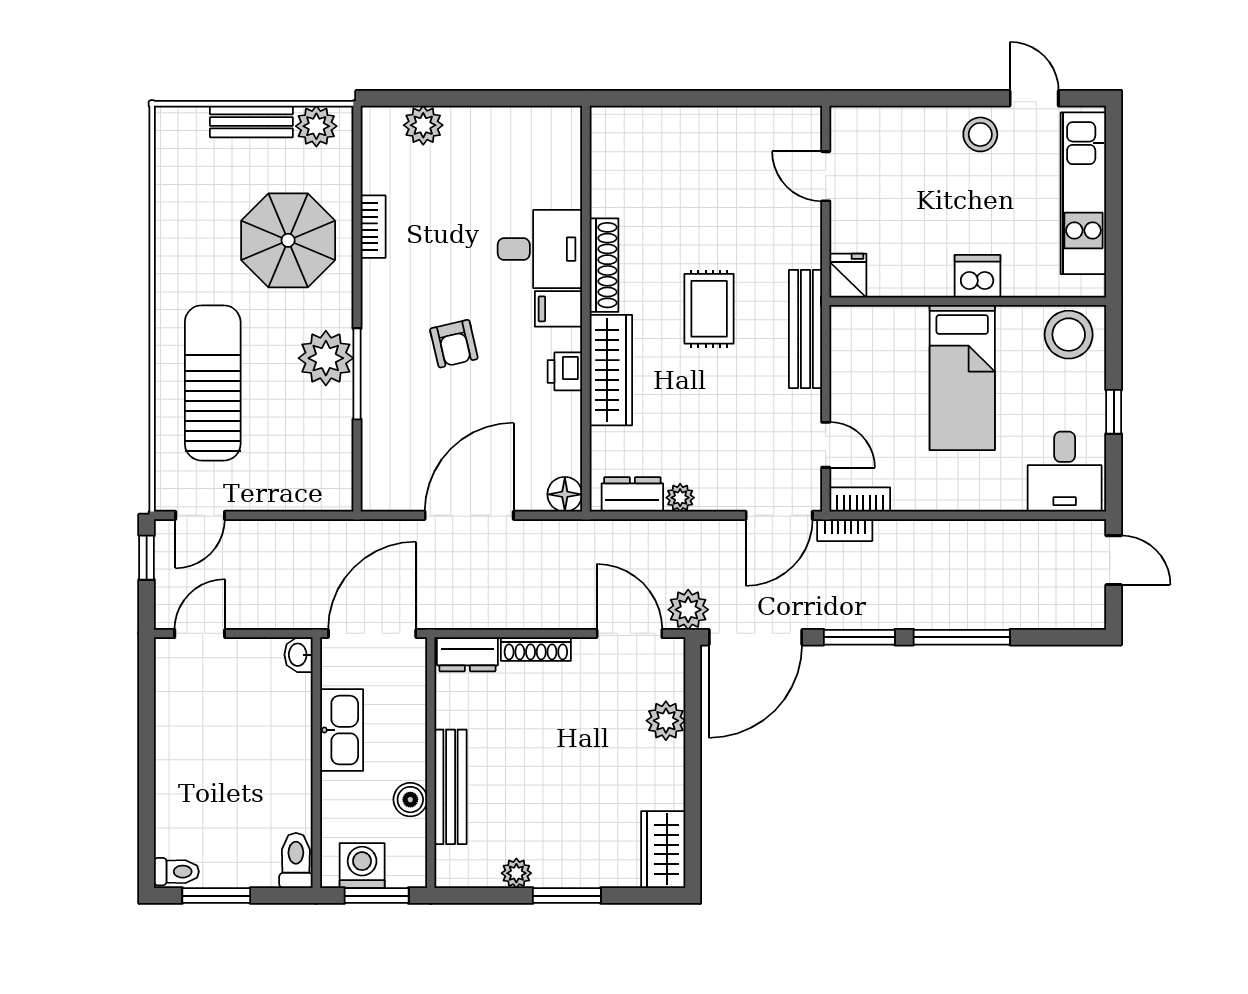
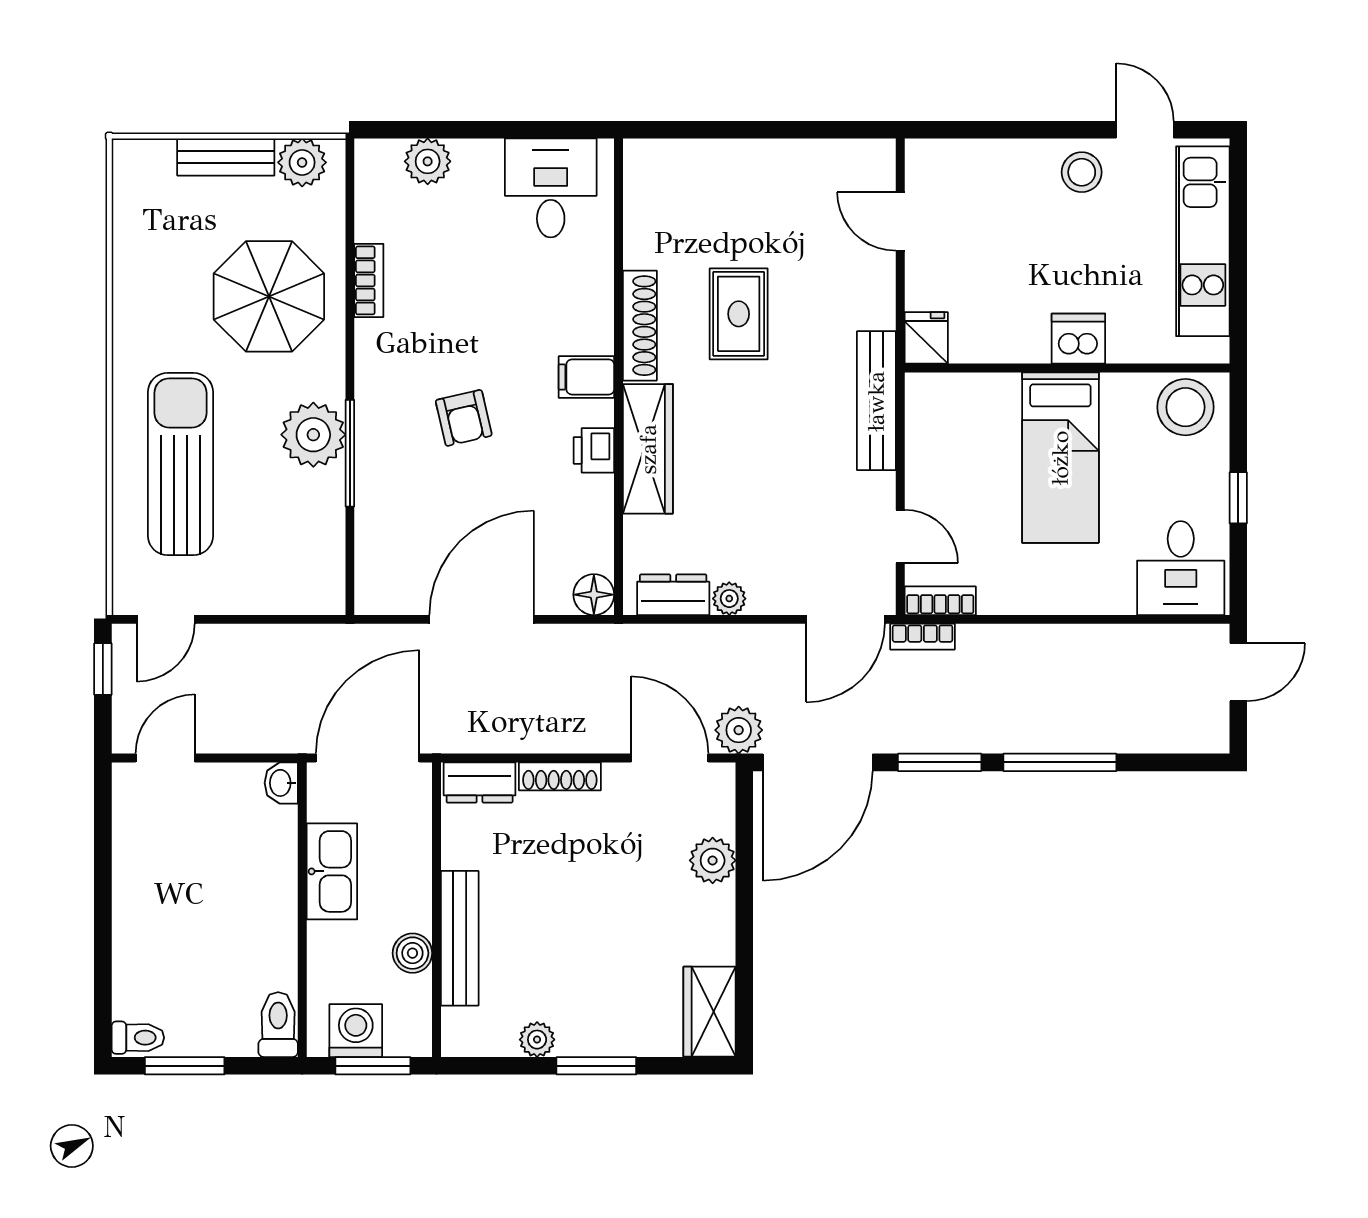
desk: (540, 249) -> (551, 188), moved, turned -90
rug: (709, 309) -> (739, 314), moved
door: (1114, 560) -> (1238, 672), hinge flipped

